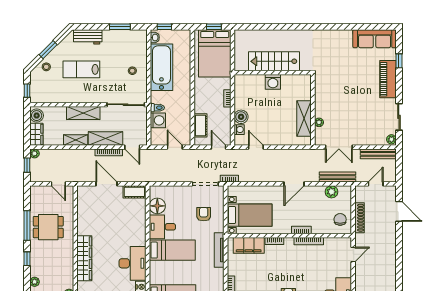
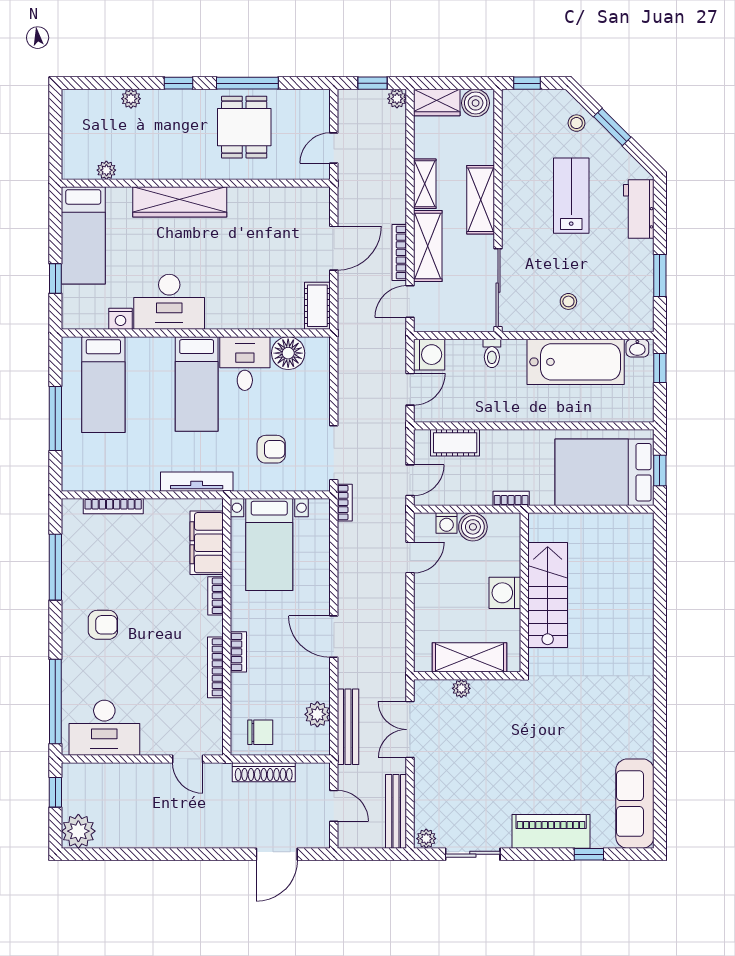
stairs: (274, 61) -> (548, 595), moved
wall: (273, 73) -> (524, 592), moved
washing machine: (273, 82) -> (505, 593), moved
washing machine: (158, 120) -> (429, 355), moved, turned -90

